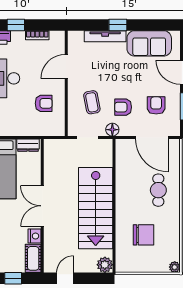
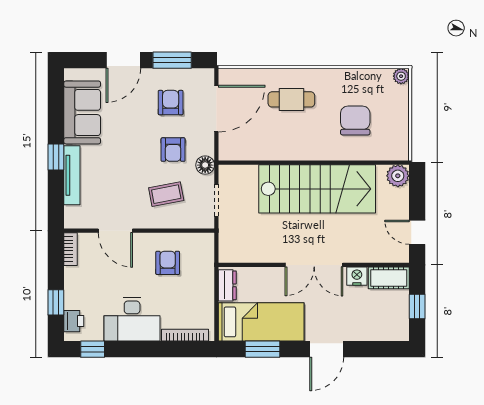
bookcase: (37, 35) -> (70, 249), moved
armchair: (156, 105) -> (171, 103), turned 90

